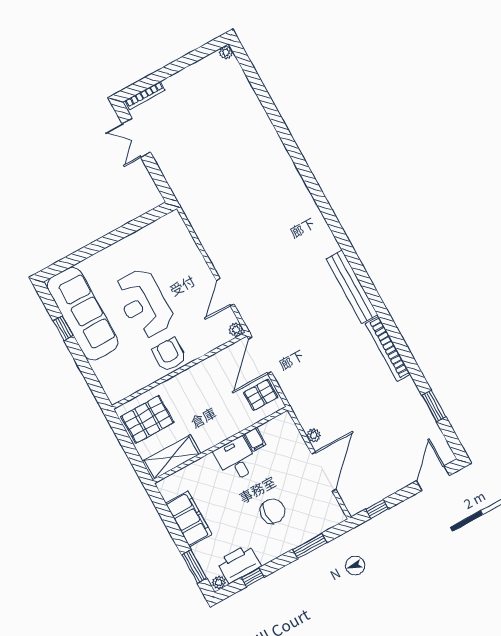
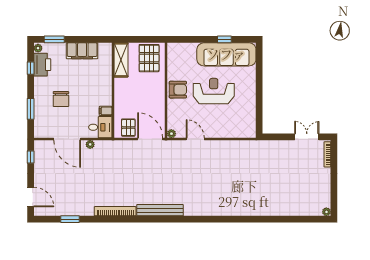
desk: (236, 459) -> (100, 127), moved

